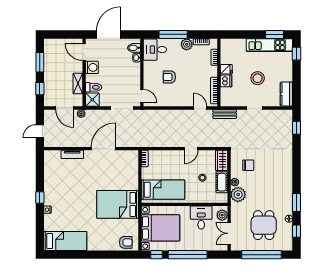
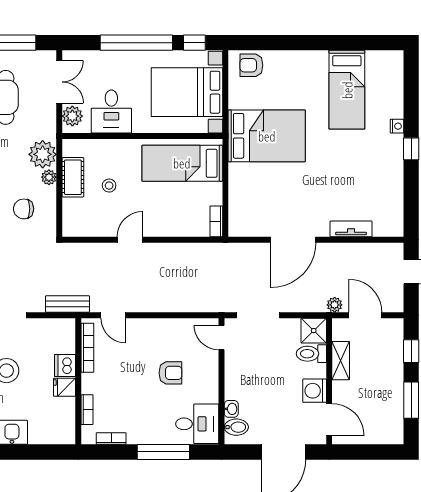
plant: (187, 44) -> (138, 434), removed
wardrobe: (222, 160) -> (73, 218), removed
bed: (65, 241) -> (347, 90), moved, turned -90

